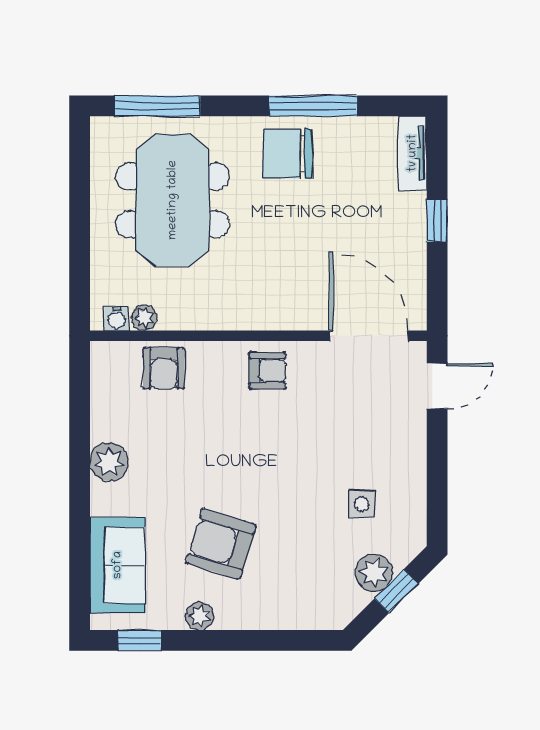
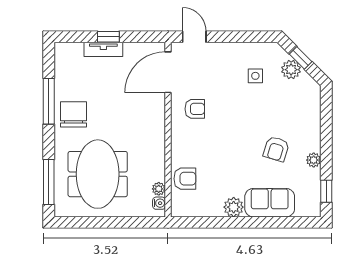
tv unit: (413, 153) -> (103, 49), moved
chair: (288, 154) -> (74, 114), turned 180
meeting table: (173, 200) -> (98, 174), turned 90
armchair: (267, 371) -> (195, 109), moved, turned 90
armchair: (221, 544) -> (276, 149), width x0.72, depth x0.72
sofa: (118, 565) -> (270, 203), moved

